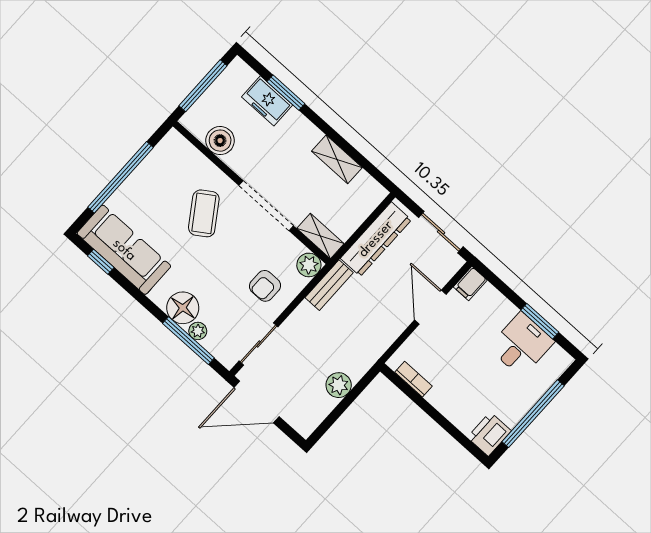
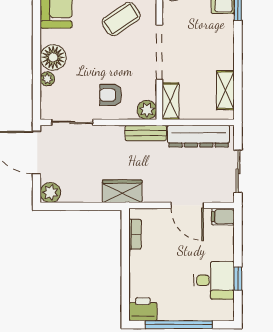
shelving: (337, 159) -> (225, 90), moved
door: (430, 307) -> (187, 205), swing flipped
window: (540, 321) -> (238, 279), width x0.67
window: (188, 341) -> (37, 78), removed
wardrobe: (363, 355) -> (122, 191), added
plant: (339, 385) -> (50, 193), moved

